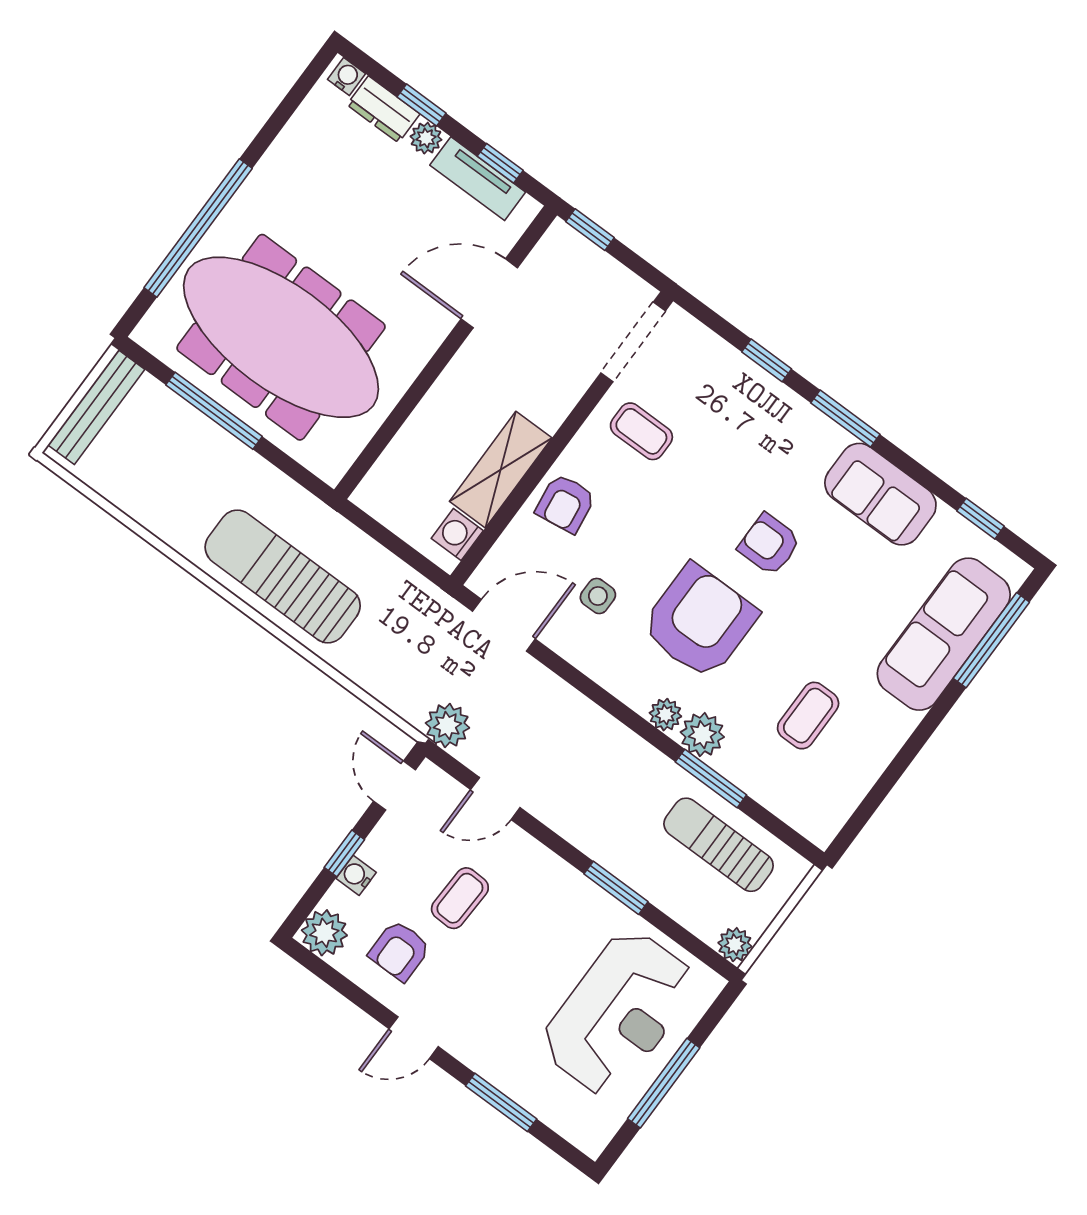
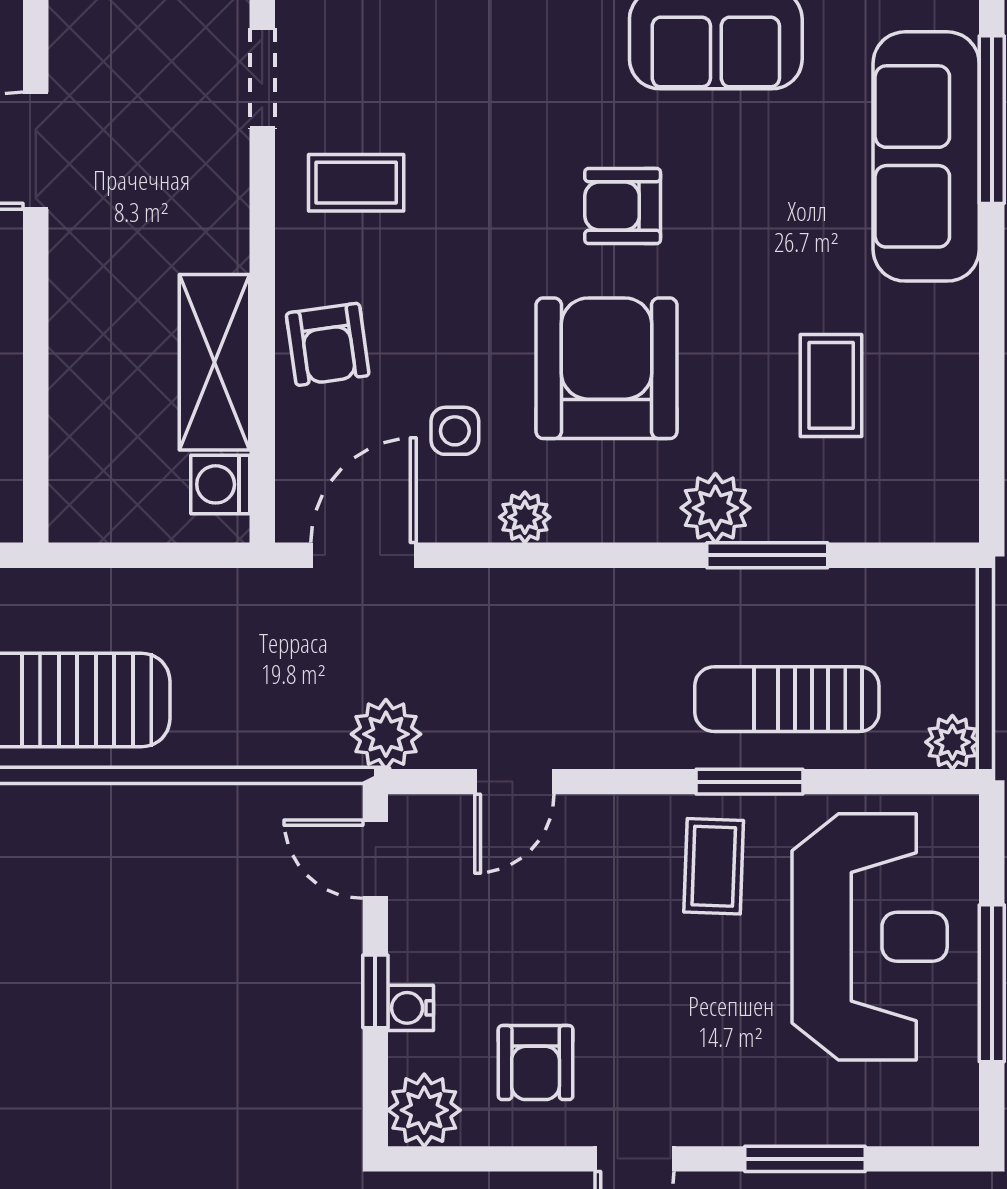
doorway: (633, 342) -> (262, 78), width x0.73
plant: (665, 715) -> (525, 517), moved
sun lounger: (719, 845) -> (787, 699), moved
coffee table: (460, 898) -> (714, 866), moved

